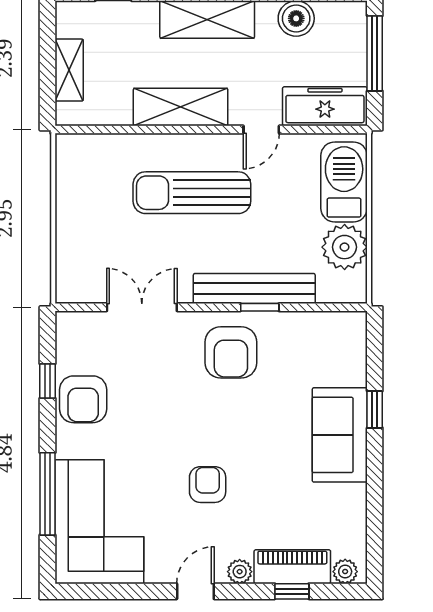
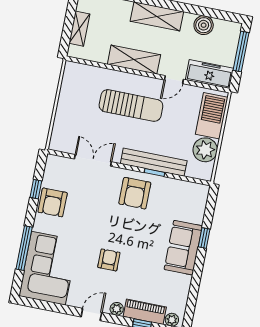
sun lounger: (192, 193) -> (131, 106), turned 180

